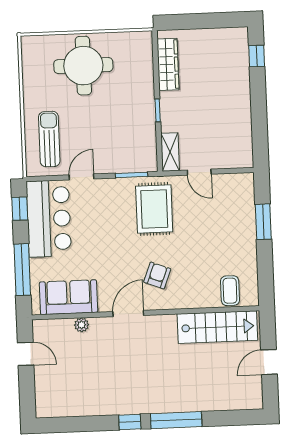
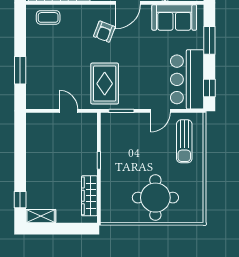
shelving: (170, 152) -> (41, 216), moved, turned 90
window: (22, 270) -> (209, 40), width x0.69
coffee table: (230, 291) -> (48, 17), turned 90

